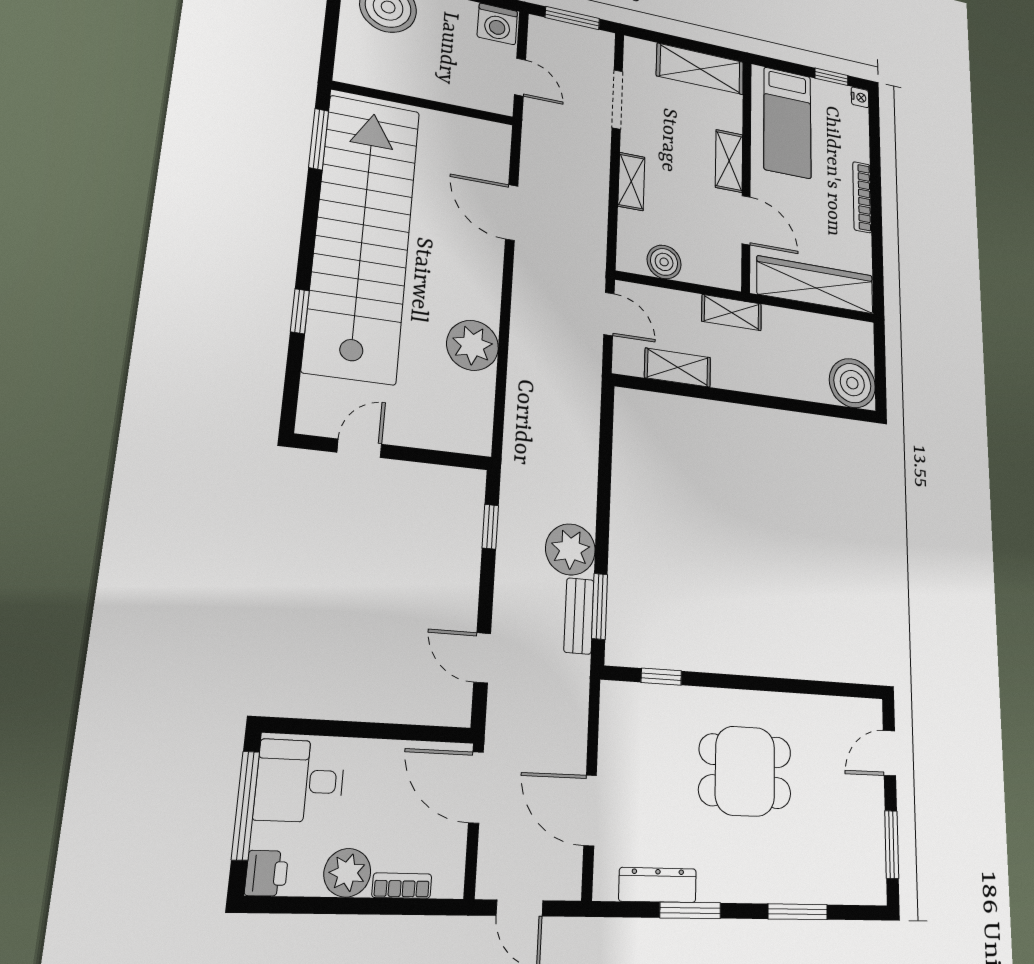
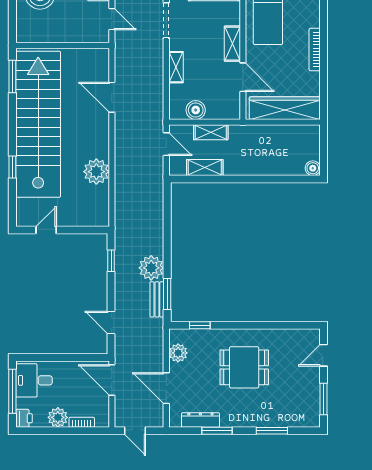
shelving: (732, 313) -> (211, 132), moved
boiler: (852, 383) -> (313, 168), width x0.54, depth x0.54
plant: (617, 733) -> (178, 353), added

